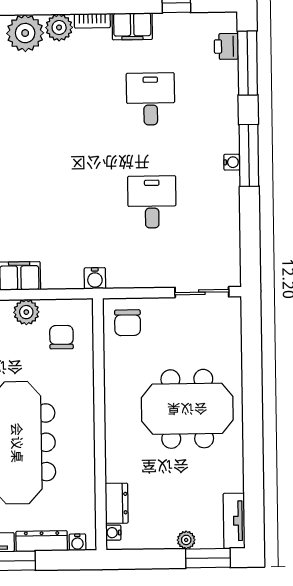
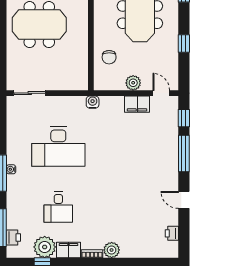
plant: (25, 33) -> (45, 247), moved
desk: (152, 202) -> (58, 147), width x1.87, depth x1.30
chair: (128, 323) -> (74, 76), removed
chair: (61, 337) -> (109, 57), moved

